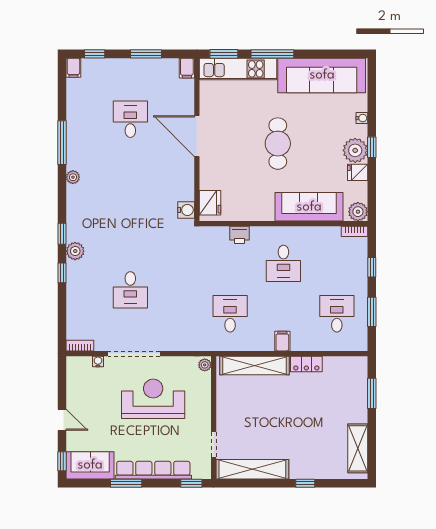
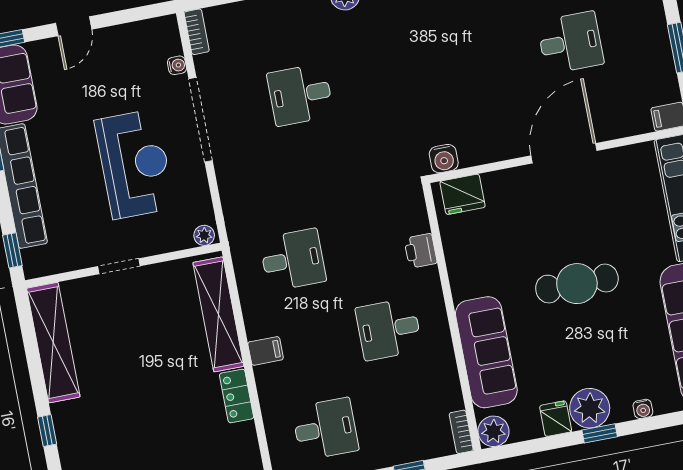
doorway: (214, 445) -> (119, 266), moved

